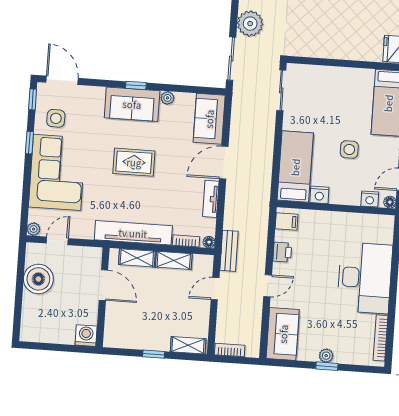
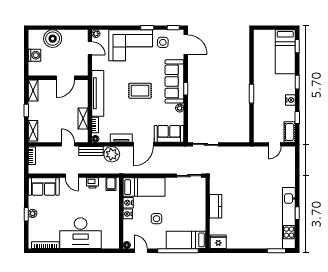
plant: (250, 24) -> (112, 154), moved
kitchen counter: (335, 49) -> (216, 206), added
door: (62, 80) -> (186, 45), hinge flipped
sofa: (132, 104) -> (174, 81), width x1.36
rug: (134, 162) -> (140, 91), turned 90
door: (224, 163) -> (143, 144), swing flipped
nightstand: (370, 199) -> (128, 214), moved
shelving: (137, 258) -> (33, 90), moved
boiler: (38, 279) -> (53, 39), moved
washing machine: (86, 336) -> (35, 55), moved

